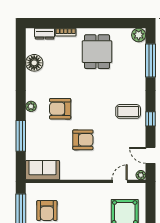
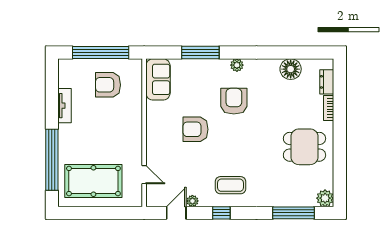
coffee table: (128, 111) -> (230, 185), turned 90
armchair: (83, 140) -> (195, 129), turned 90
plant: (141, 175) -> (192, 201), moved

